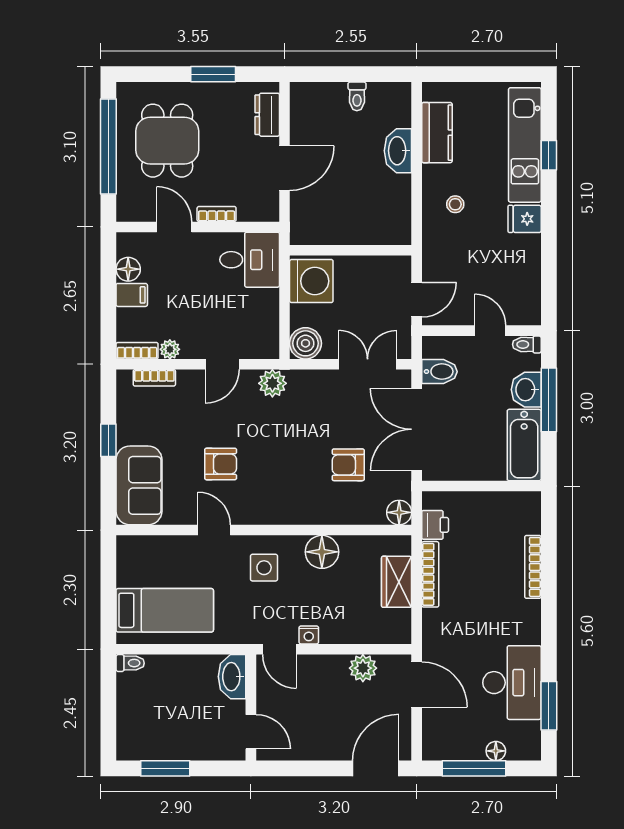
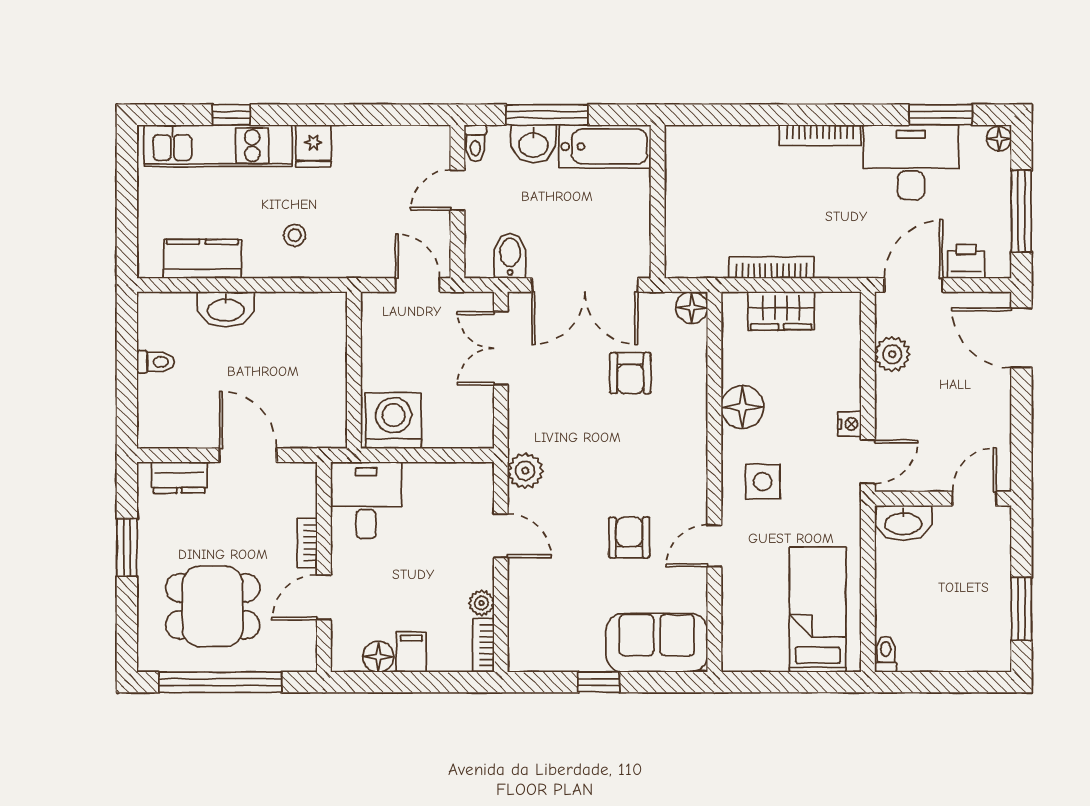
boiler: (305, 343) -> (474, 428), removed
bookcase: (154, 378) -> (518, 623), removed
printer: (435, 525) -> (966, 261), moved
bookcase: (533, 567) -> (820, 135), moved
floor lamp: (496, 751) -> (999, 139), moved

